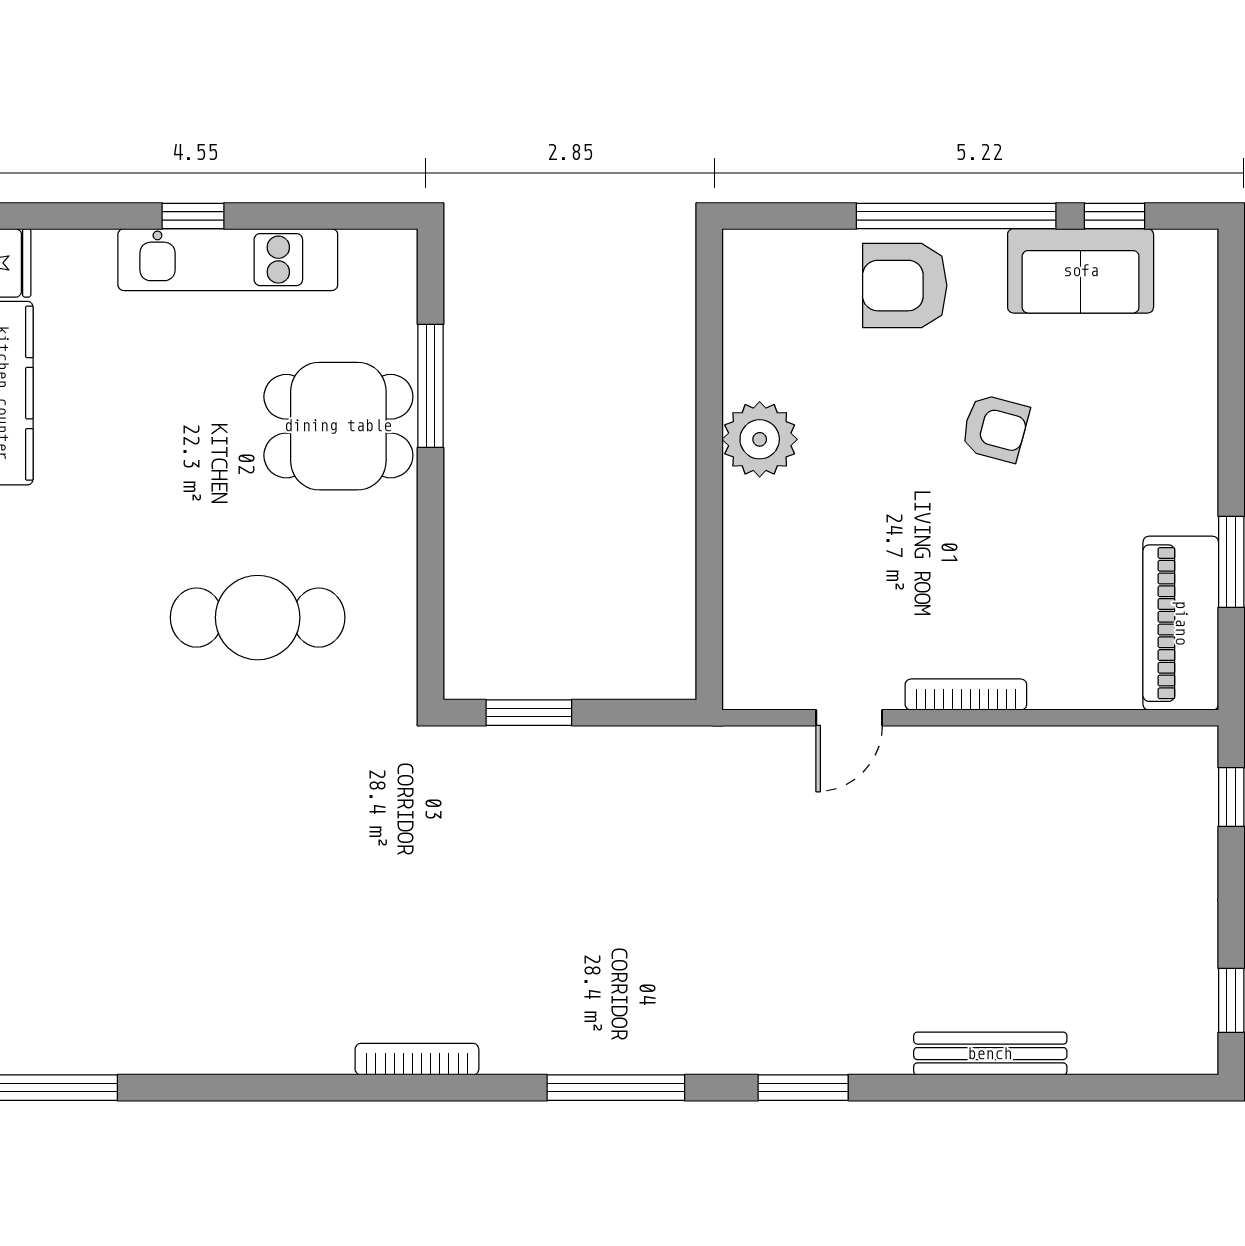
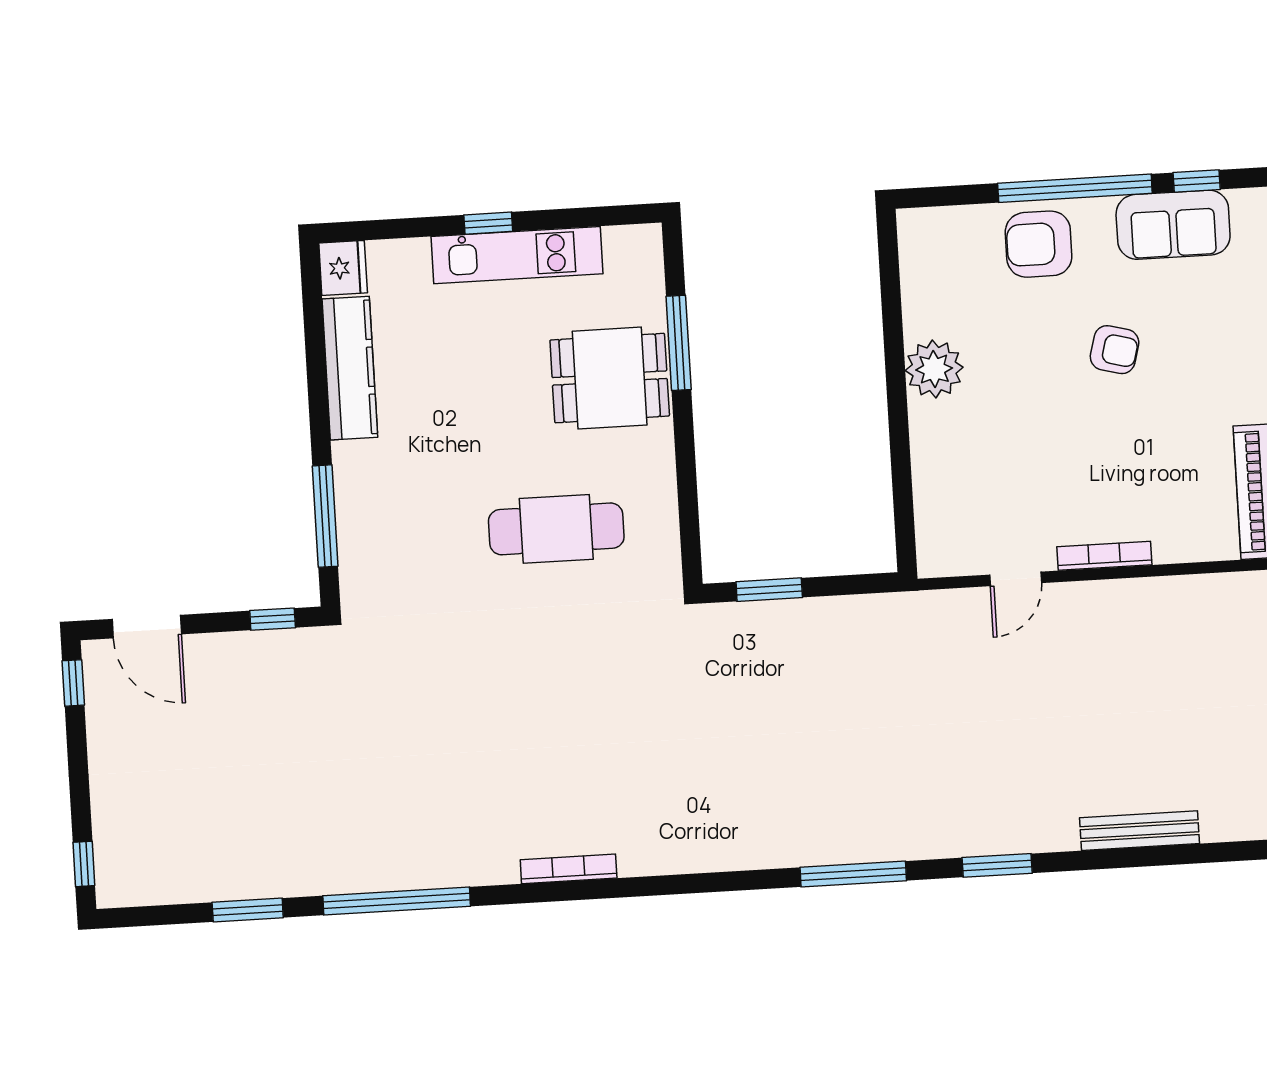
bookcase: (417, 1059) -> (569, 869), moved

